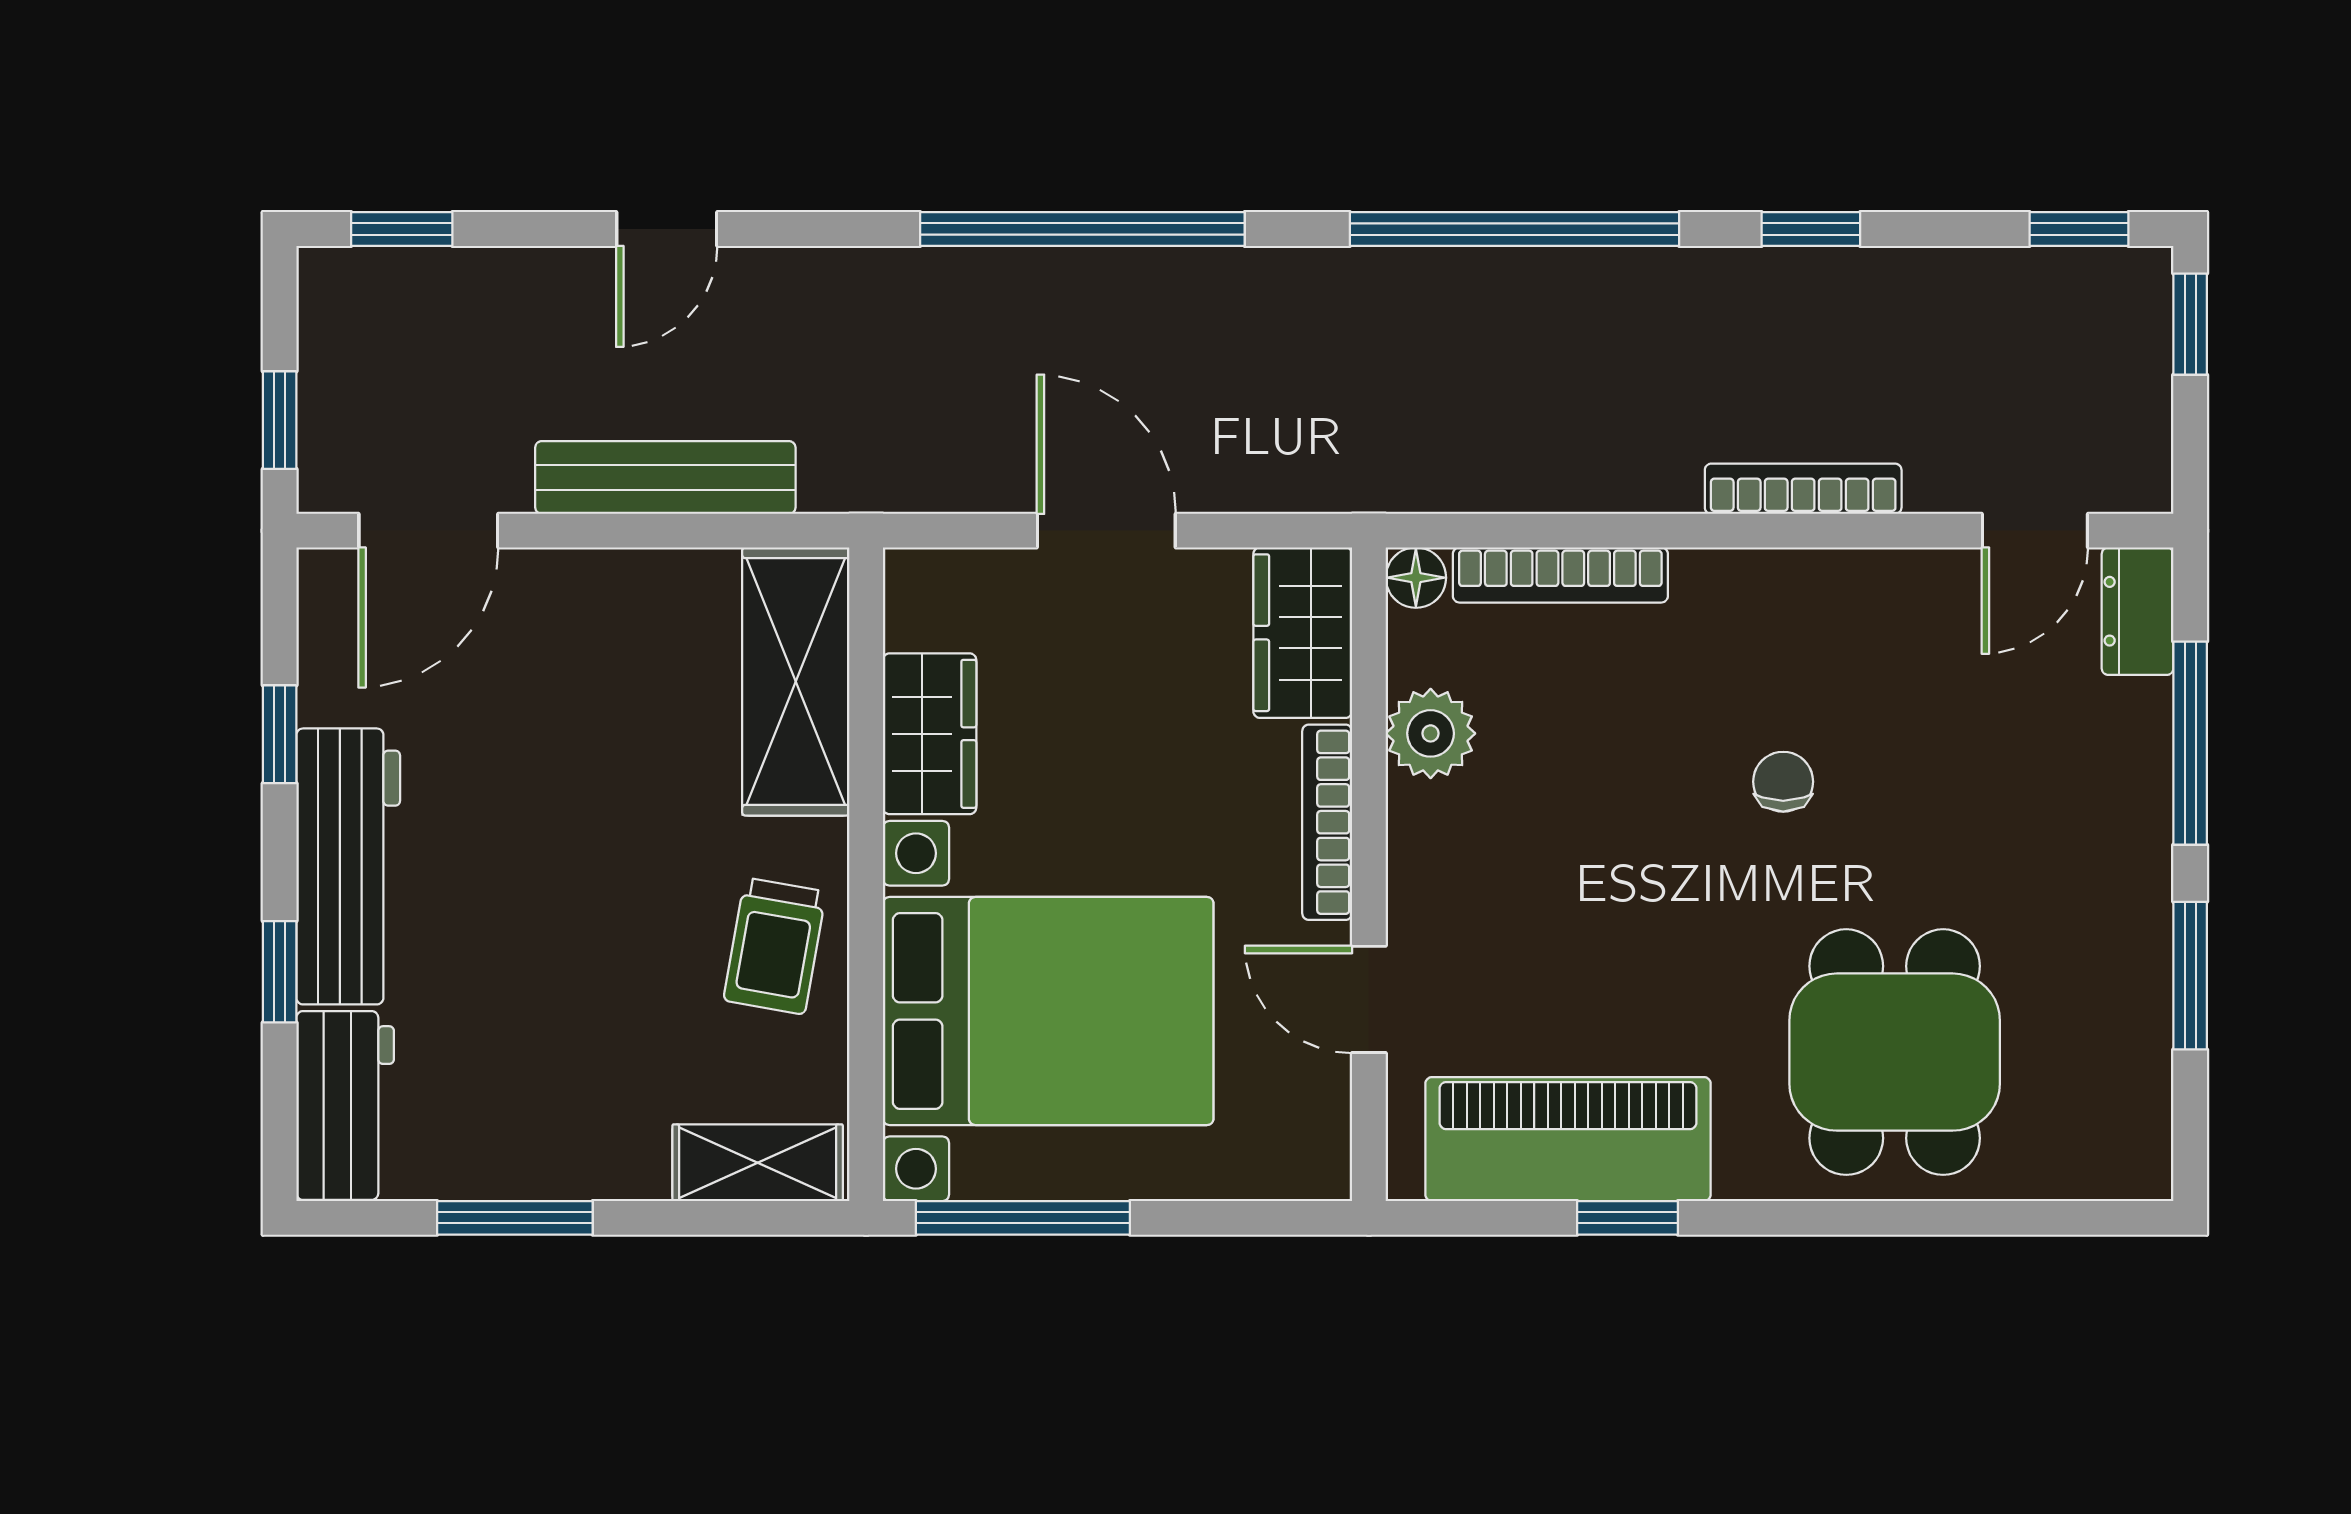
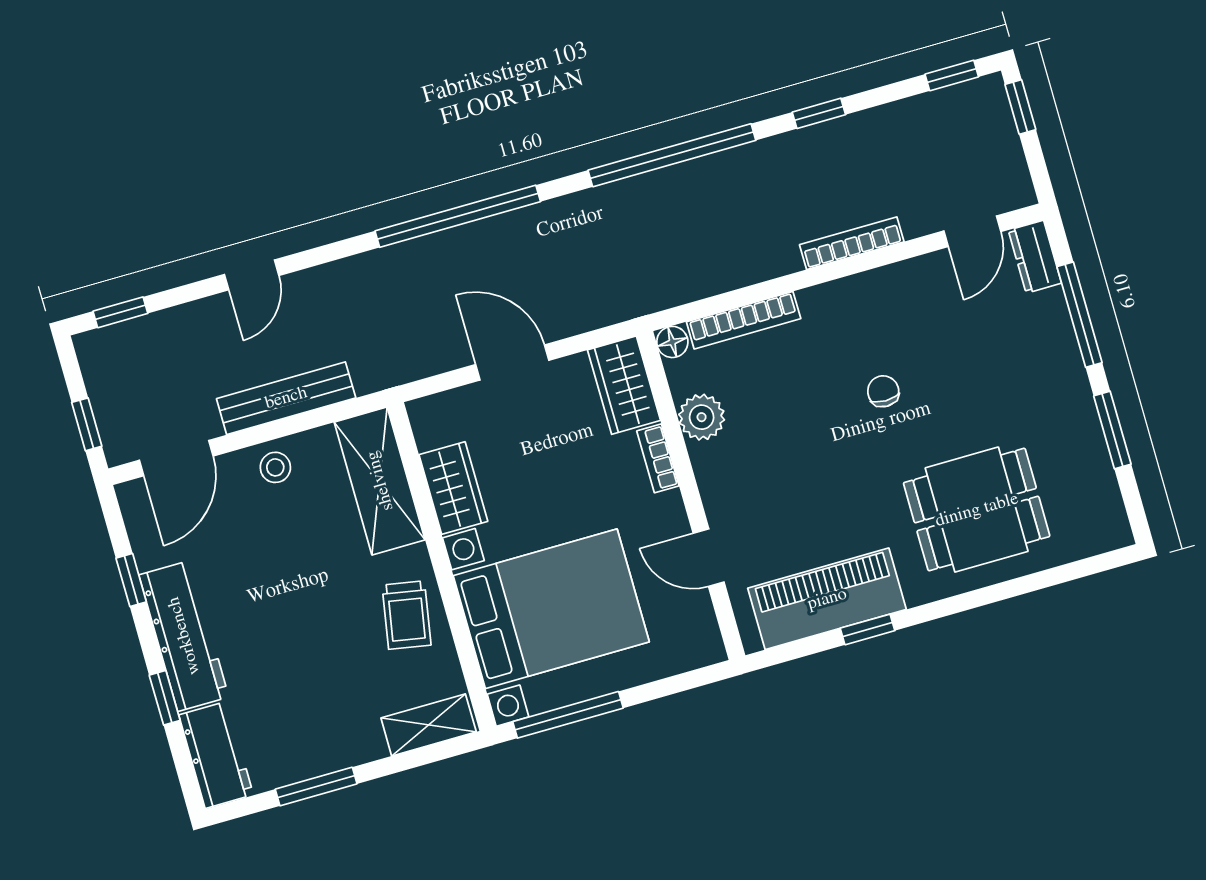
stool: (608, 601) -> (275, 467), added
bookcase: (1327, 822) -> (658, 458), width x0.64
dining table: (1895, 1052) -> (977, 510), turned 90

